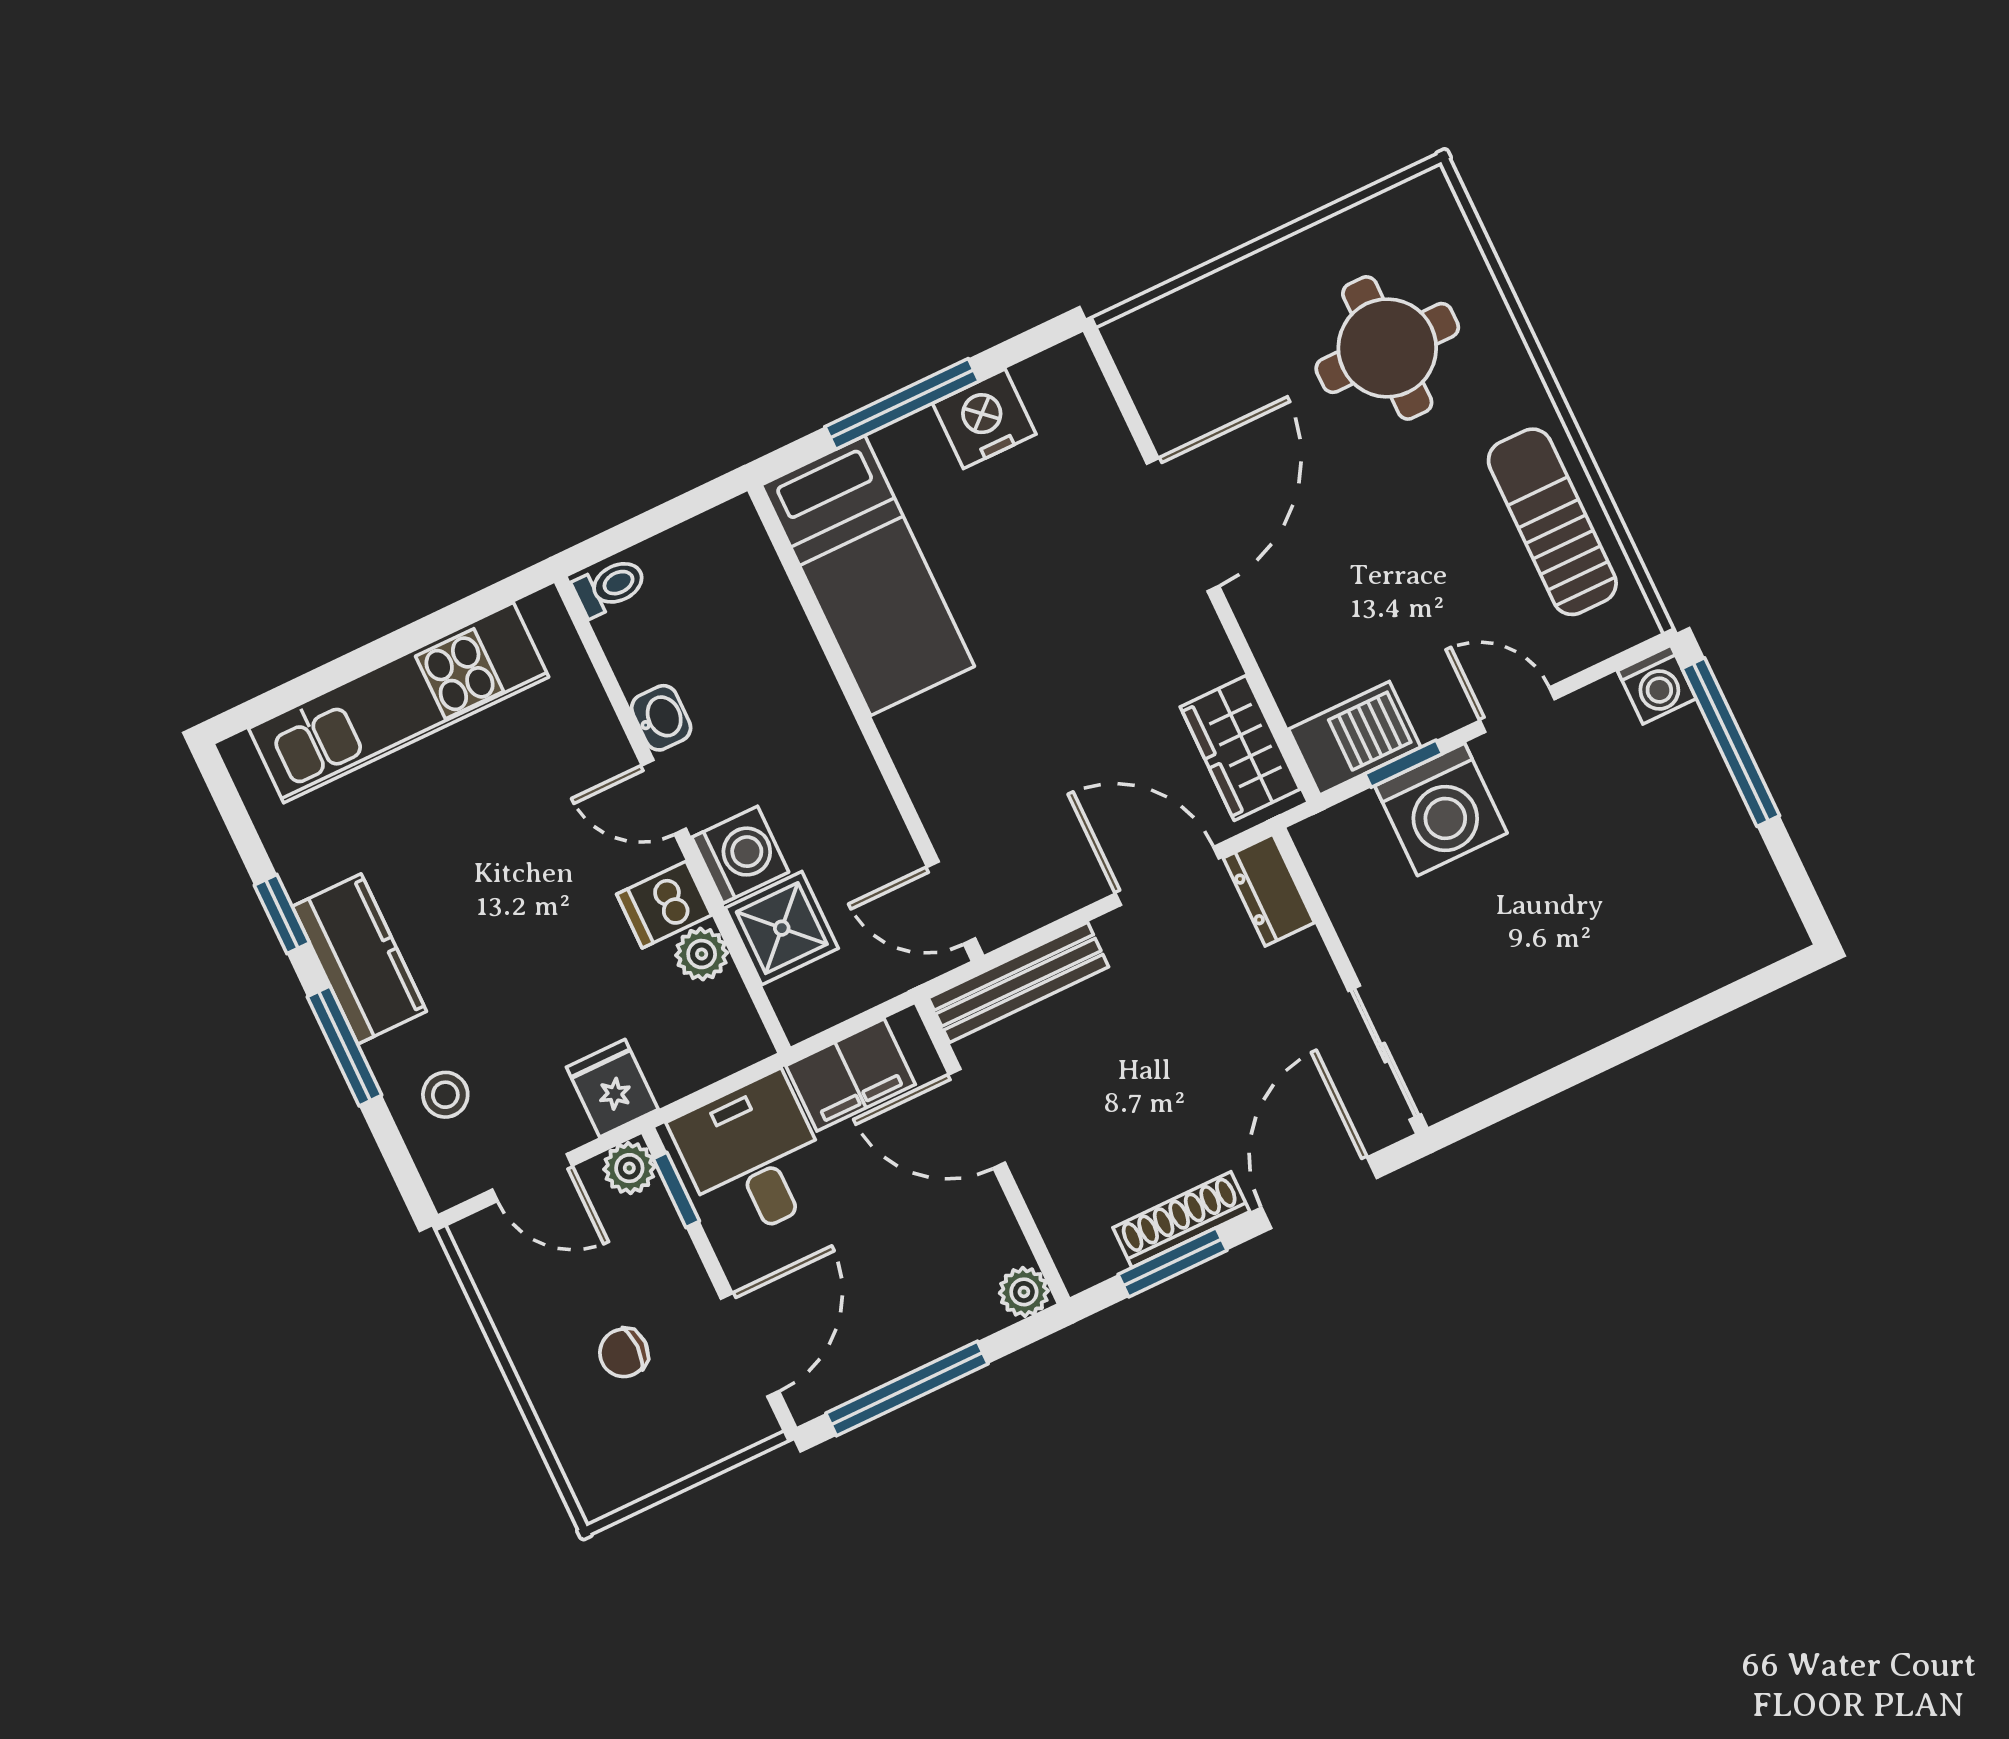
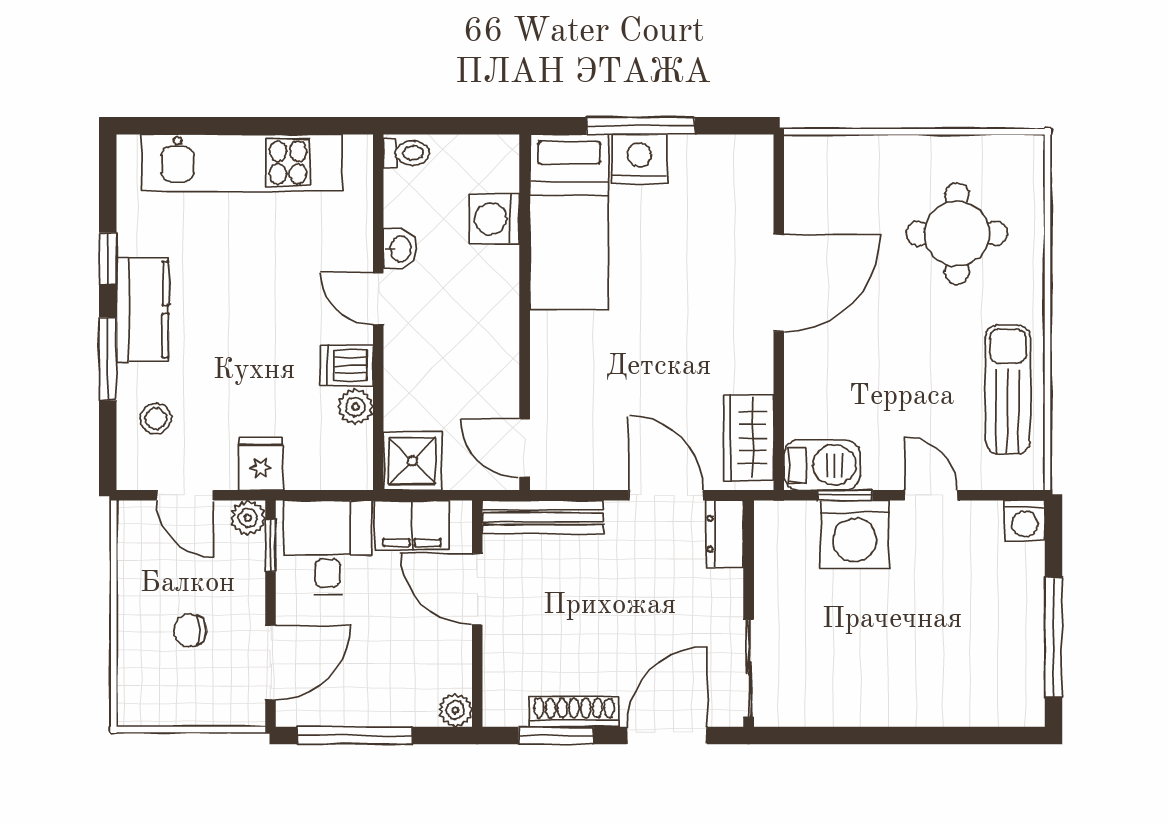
nightstand: (984, 419) -> (640, 159), moved
window: (1731, 742) -> (1054, 637), moved
washing machine: (740, 855) -> (495, 219), moved, turned 180
shower: (782, 928) -> (413, 461), moved

